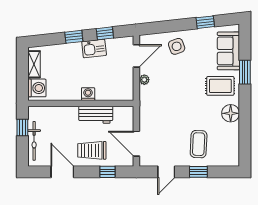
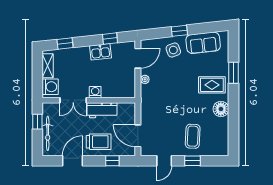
window: (205, 22) -> (179, 31), moved
window: (74, 37) -> (65, 44), moved
sofa: (228, 51) -> (203, 43), moved, turned -96
double door: (63, 103) -> (73, 100), added
trolley: (92, 150) -> (99, 142), turned 180
door: (62, 172) -> (73, 161), hinge flipped

